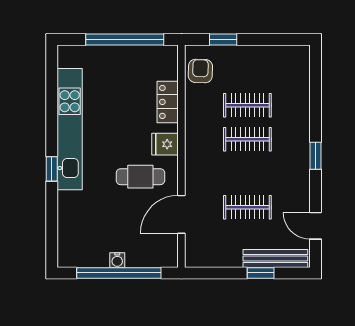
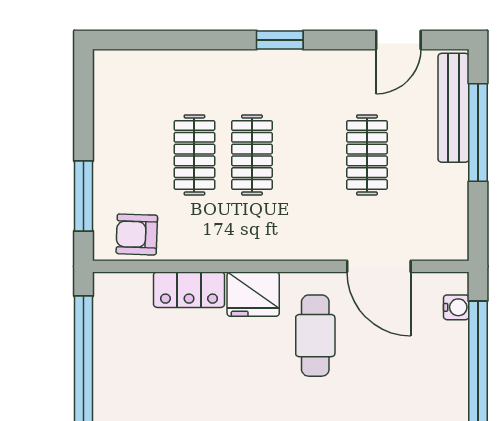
window: (223, 39) -> (84, 196), width x1.50
fridge: (165, 144) -> (253, 294), width x1.38
water cooler: (117, 260) -> (456, 307), moved
window: (261, 273) -> (478, 133), width x2.17

